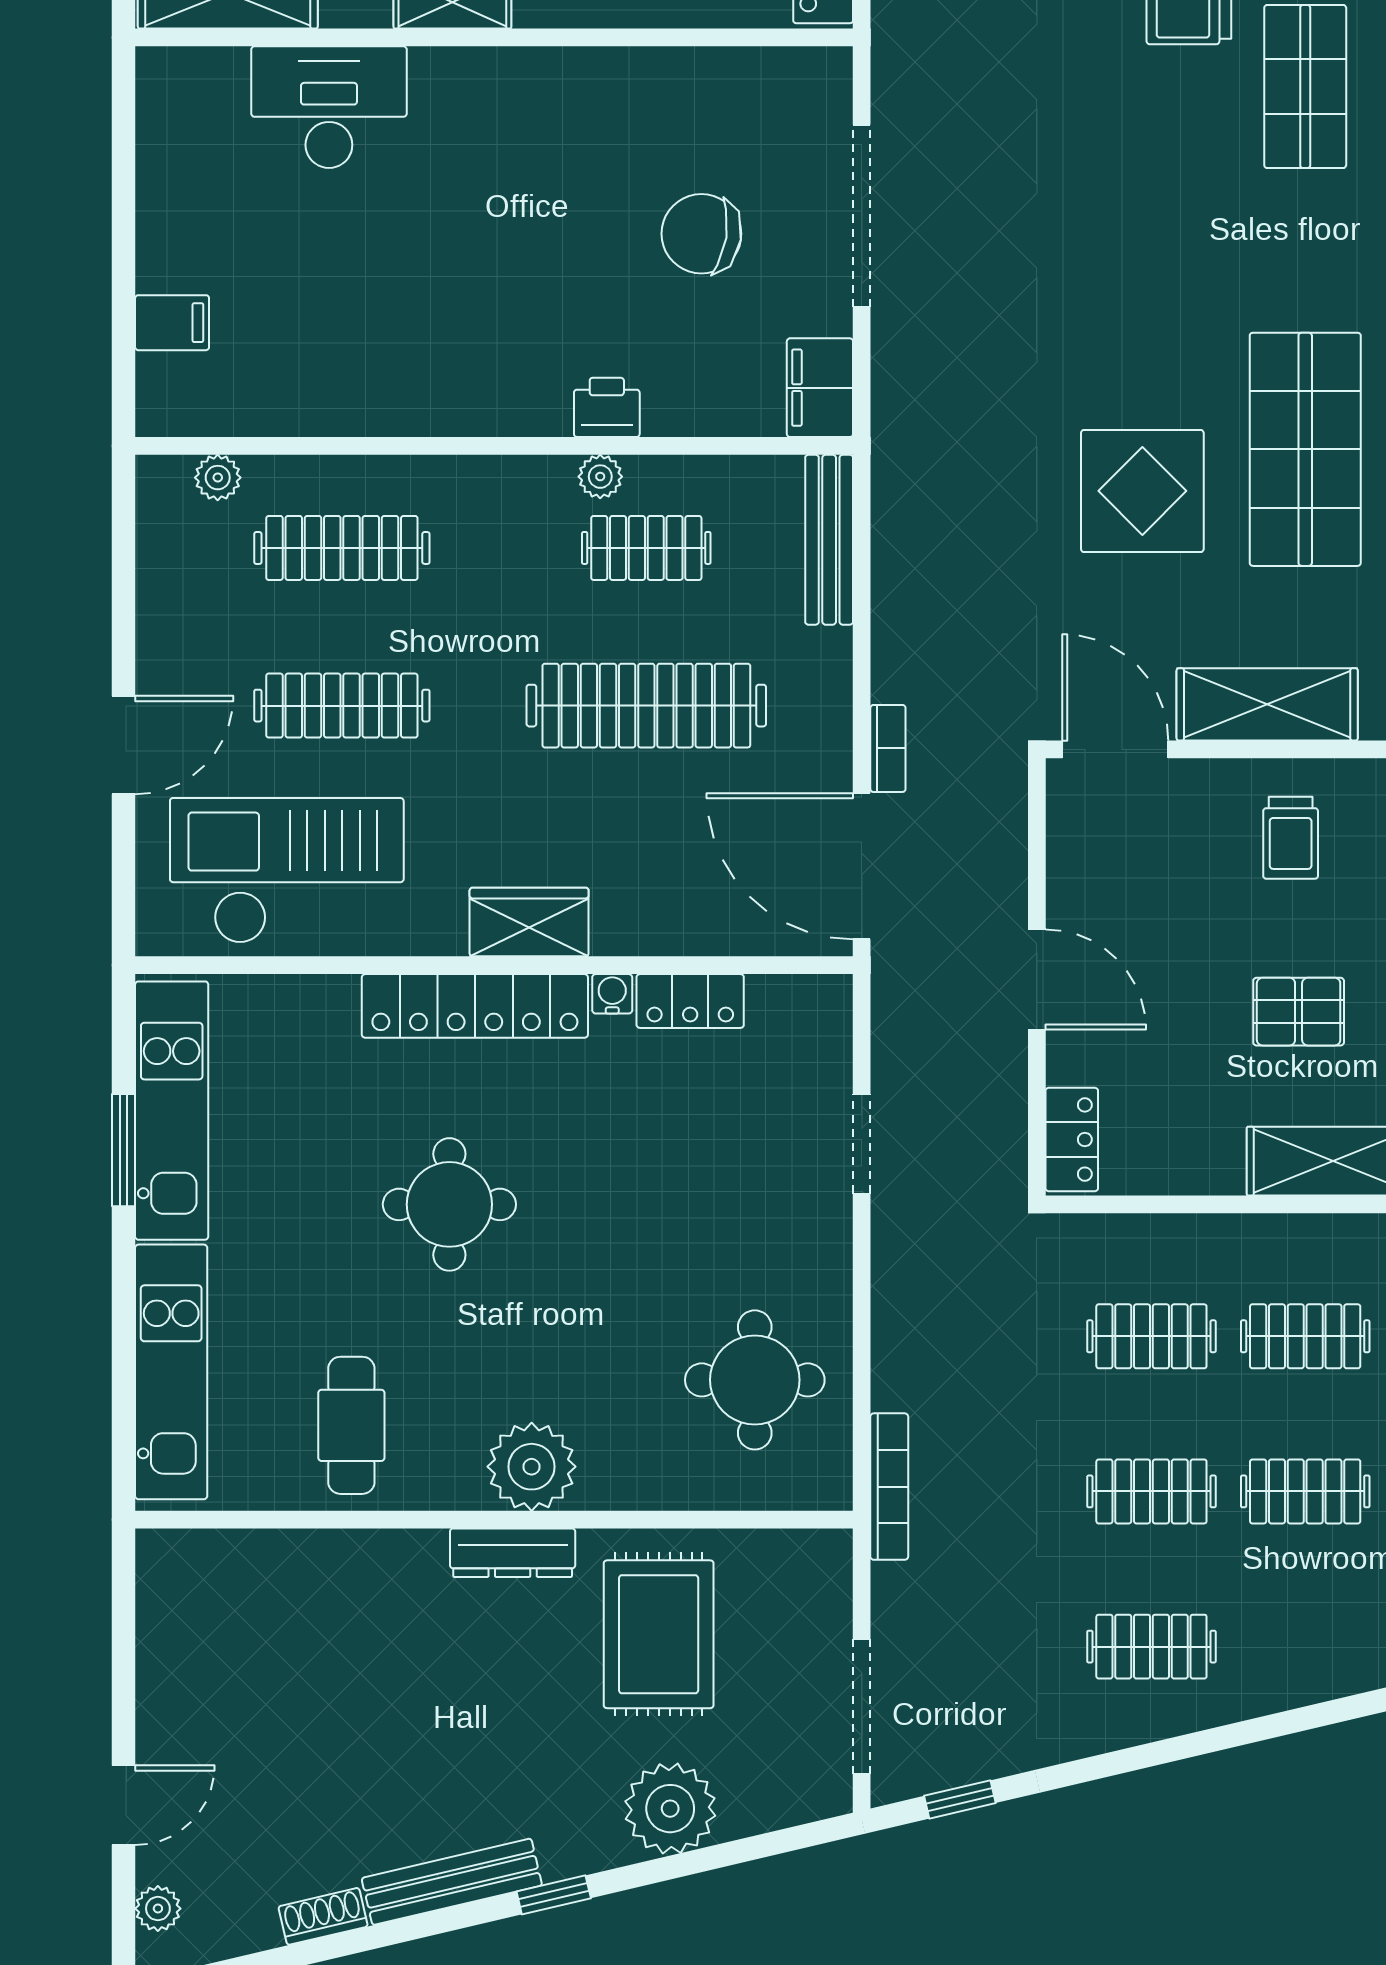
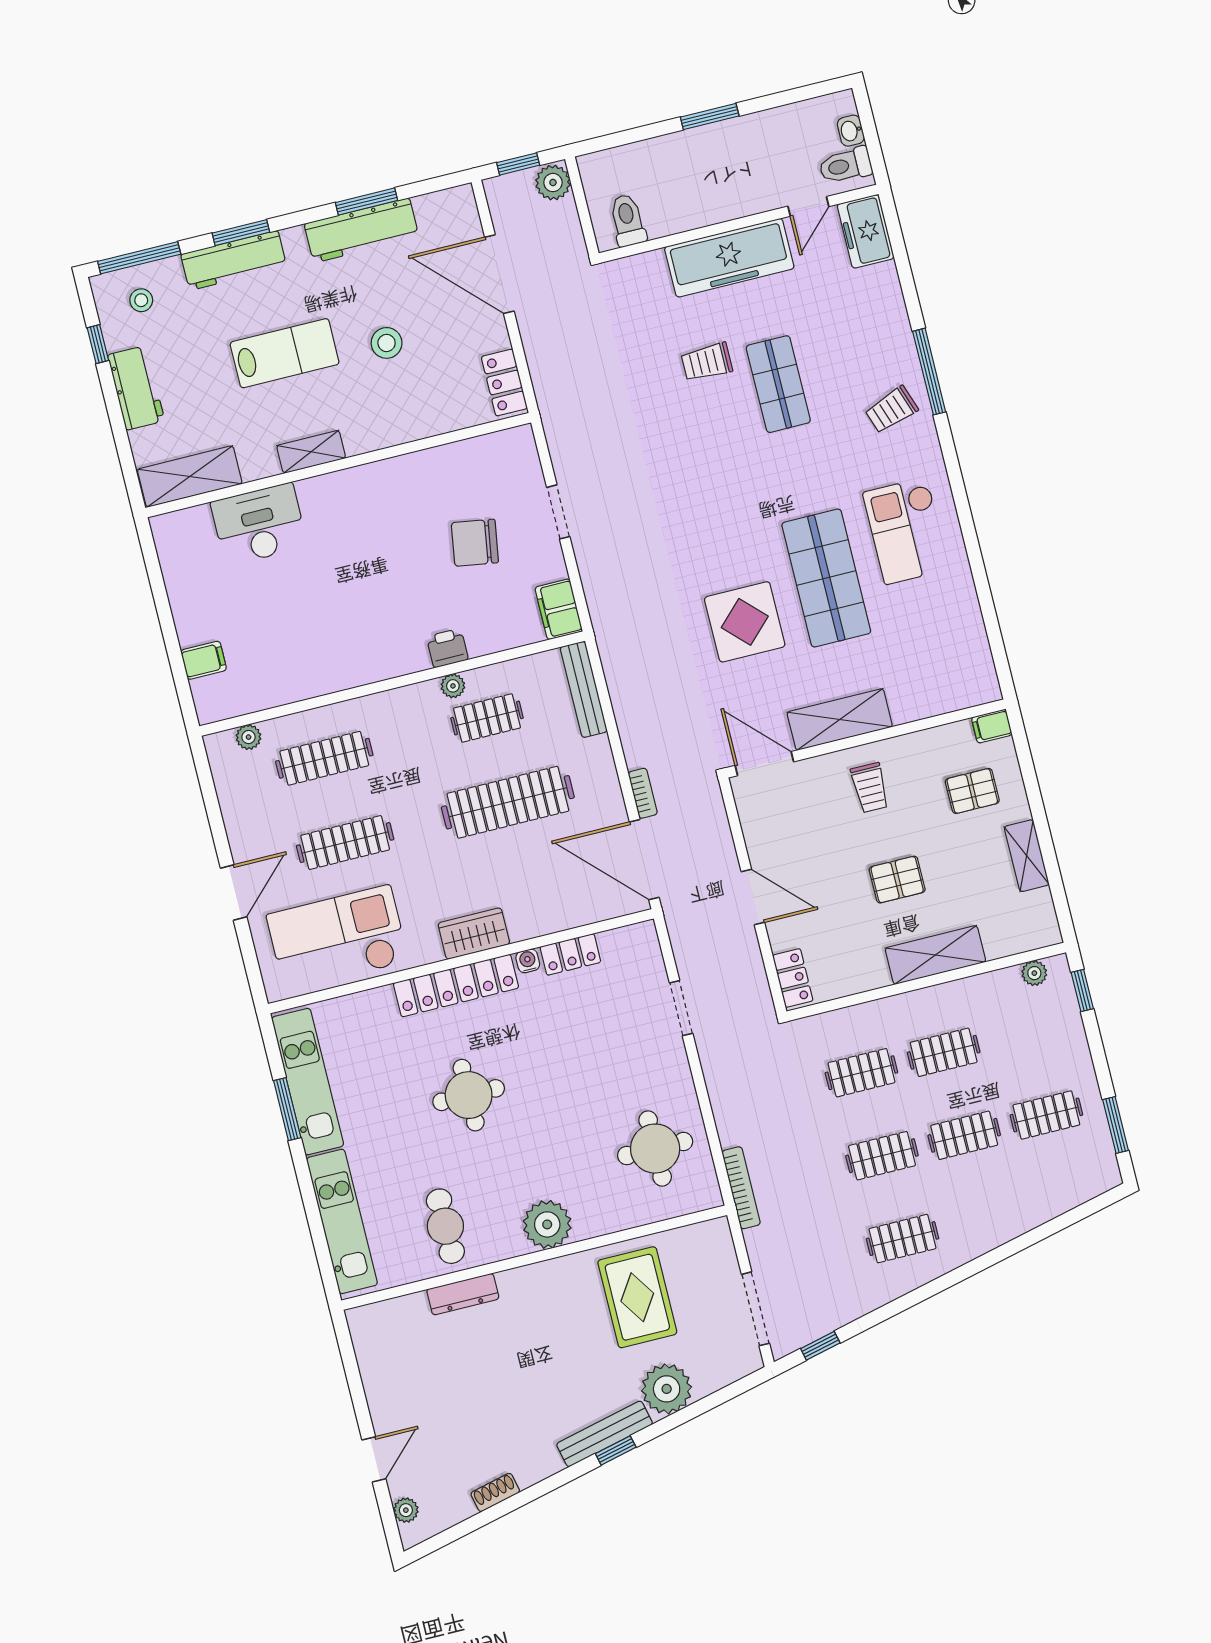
doorway: (862, 216) -> (558, 512), width x0.53
dresser: (513, 1553) -> (463, 1294), moved
bench: (452, 1882) -> (604, 1434), moved

